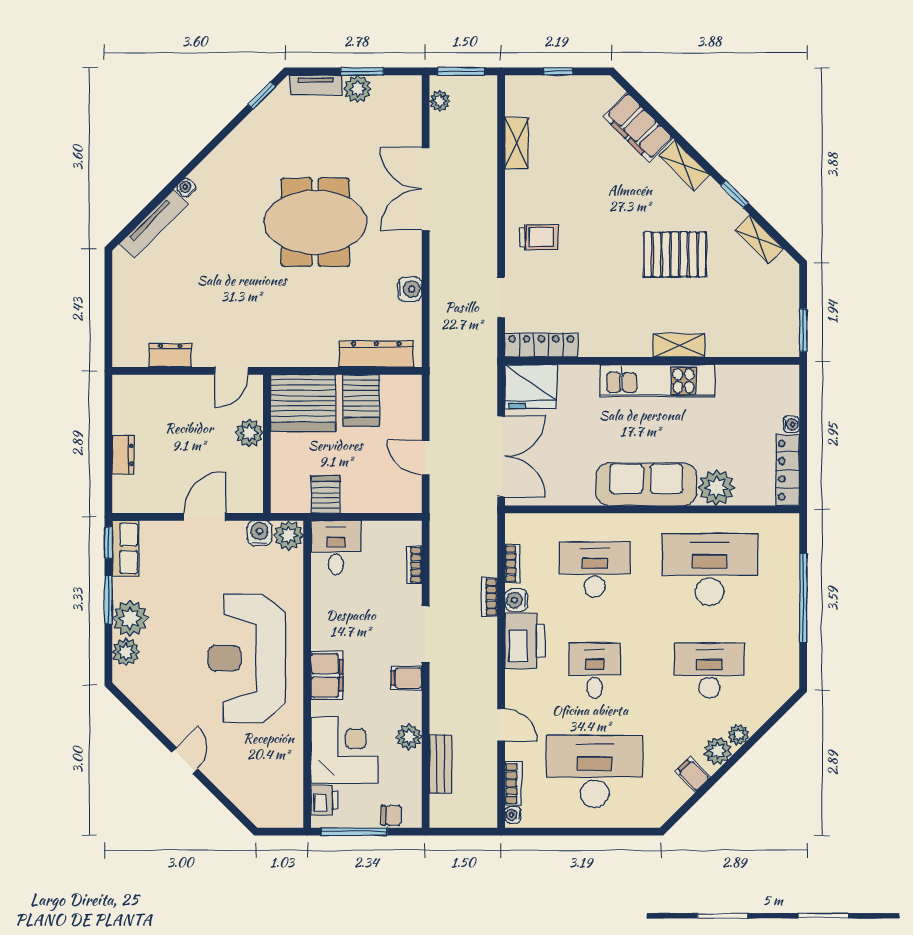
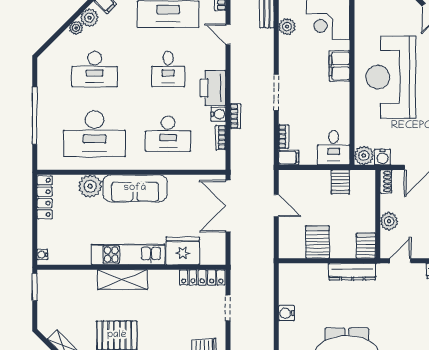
shelving: (679, 345) -> (122, 280), width x1.50, depth x1.33
dresser: (376, 354) -> (352, 272), moved
fridge: (531, 387) -> (183, 251), moved
server rack: (303, 403) -> (366, 246), width x0.46, depth x0.70
water cooler: (791, 424) -> (42, 255), moved
shoe rack: (254, 495) -> (386, 182), added
reception desk: (247, 658) -> (391, 77), turned 180
filing cabinet: (406, 678) -> (289, 157), moved

